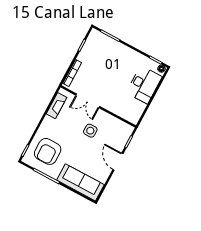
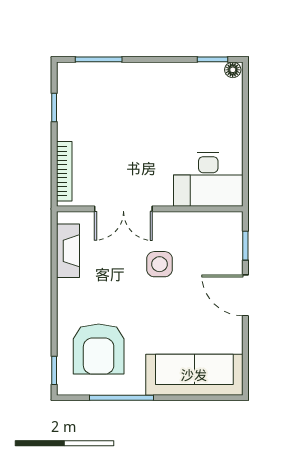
desk: (144, 85) -> (208, 179), moved, turned 90

